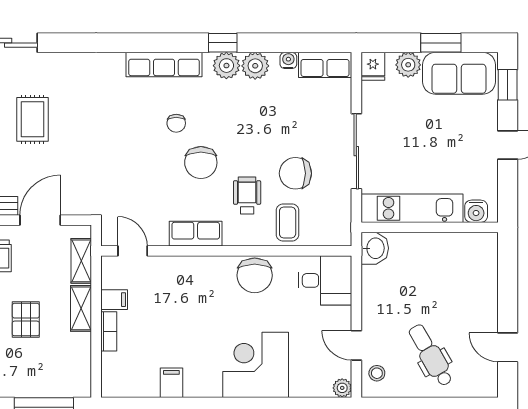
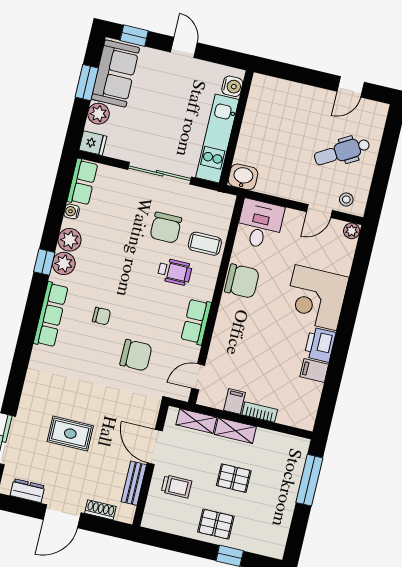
chair: (201, 163) -> (136, 355), moved
wheelchair: (247, 195) -> (175, 272), turned 180
printer: (203, 382) -> (320, 345), added

